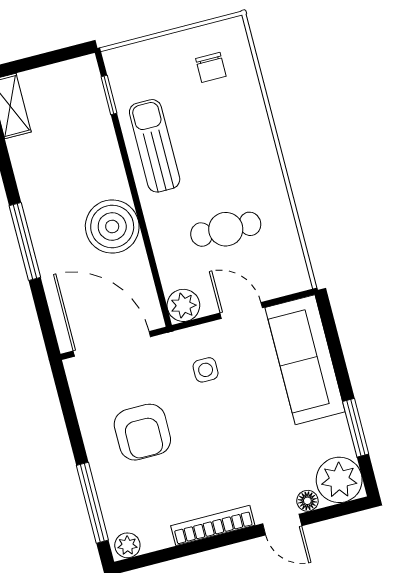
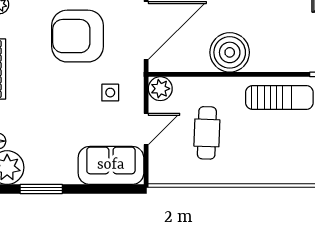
sofa: (305, 360) -> (111, 165), width x0.73
armchair: (142, 432) -> (78, 36), width x1.36, depth x1.36

